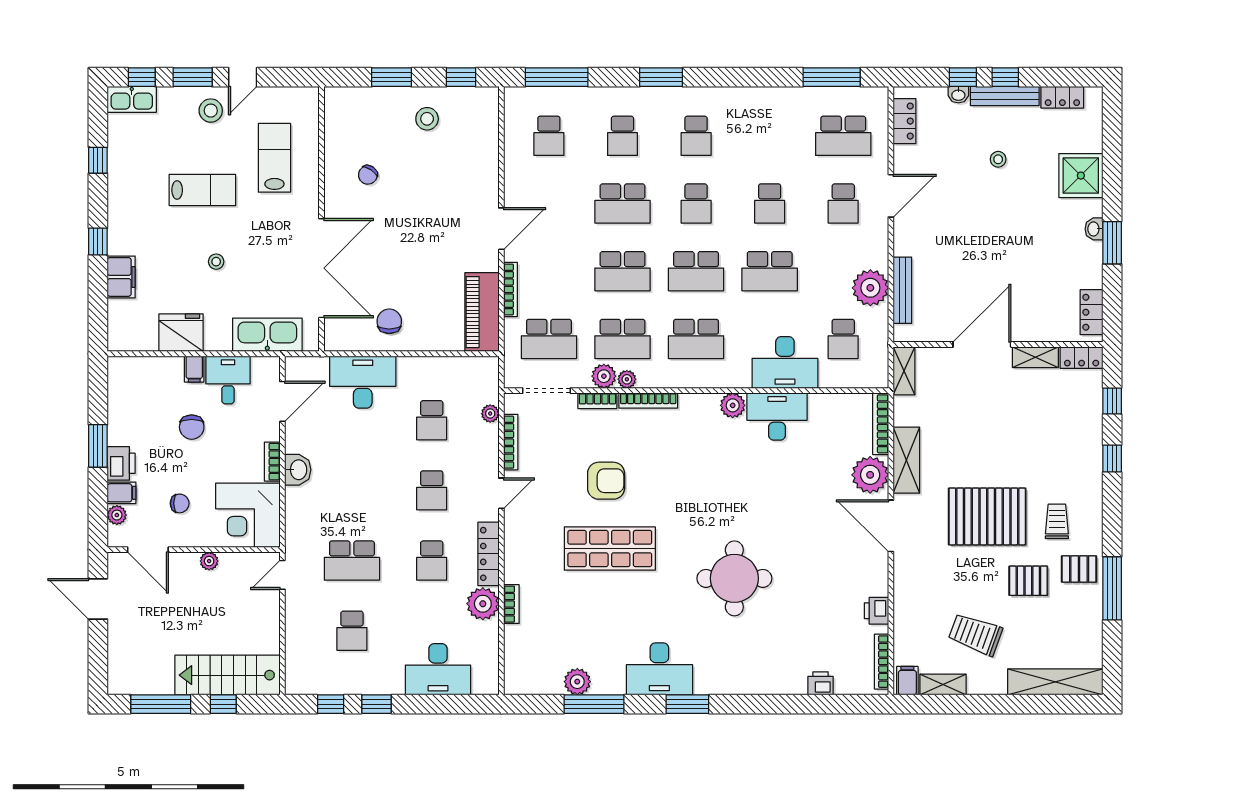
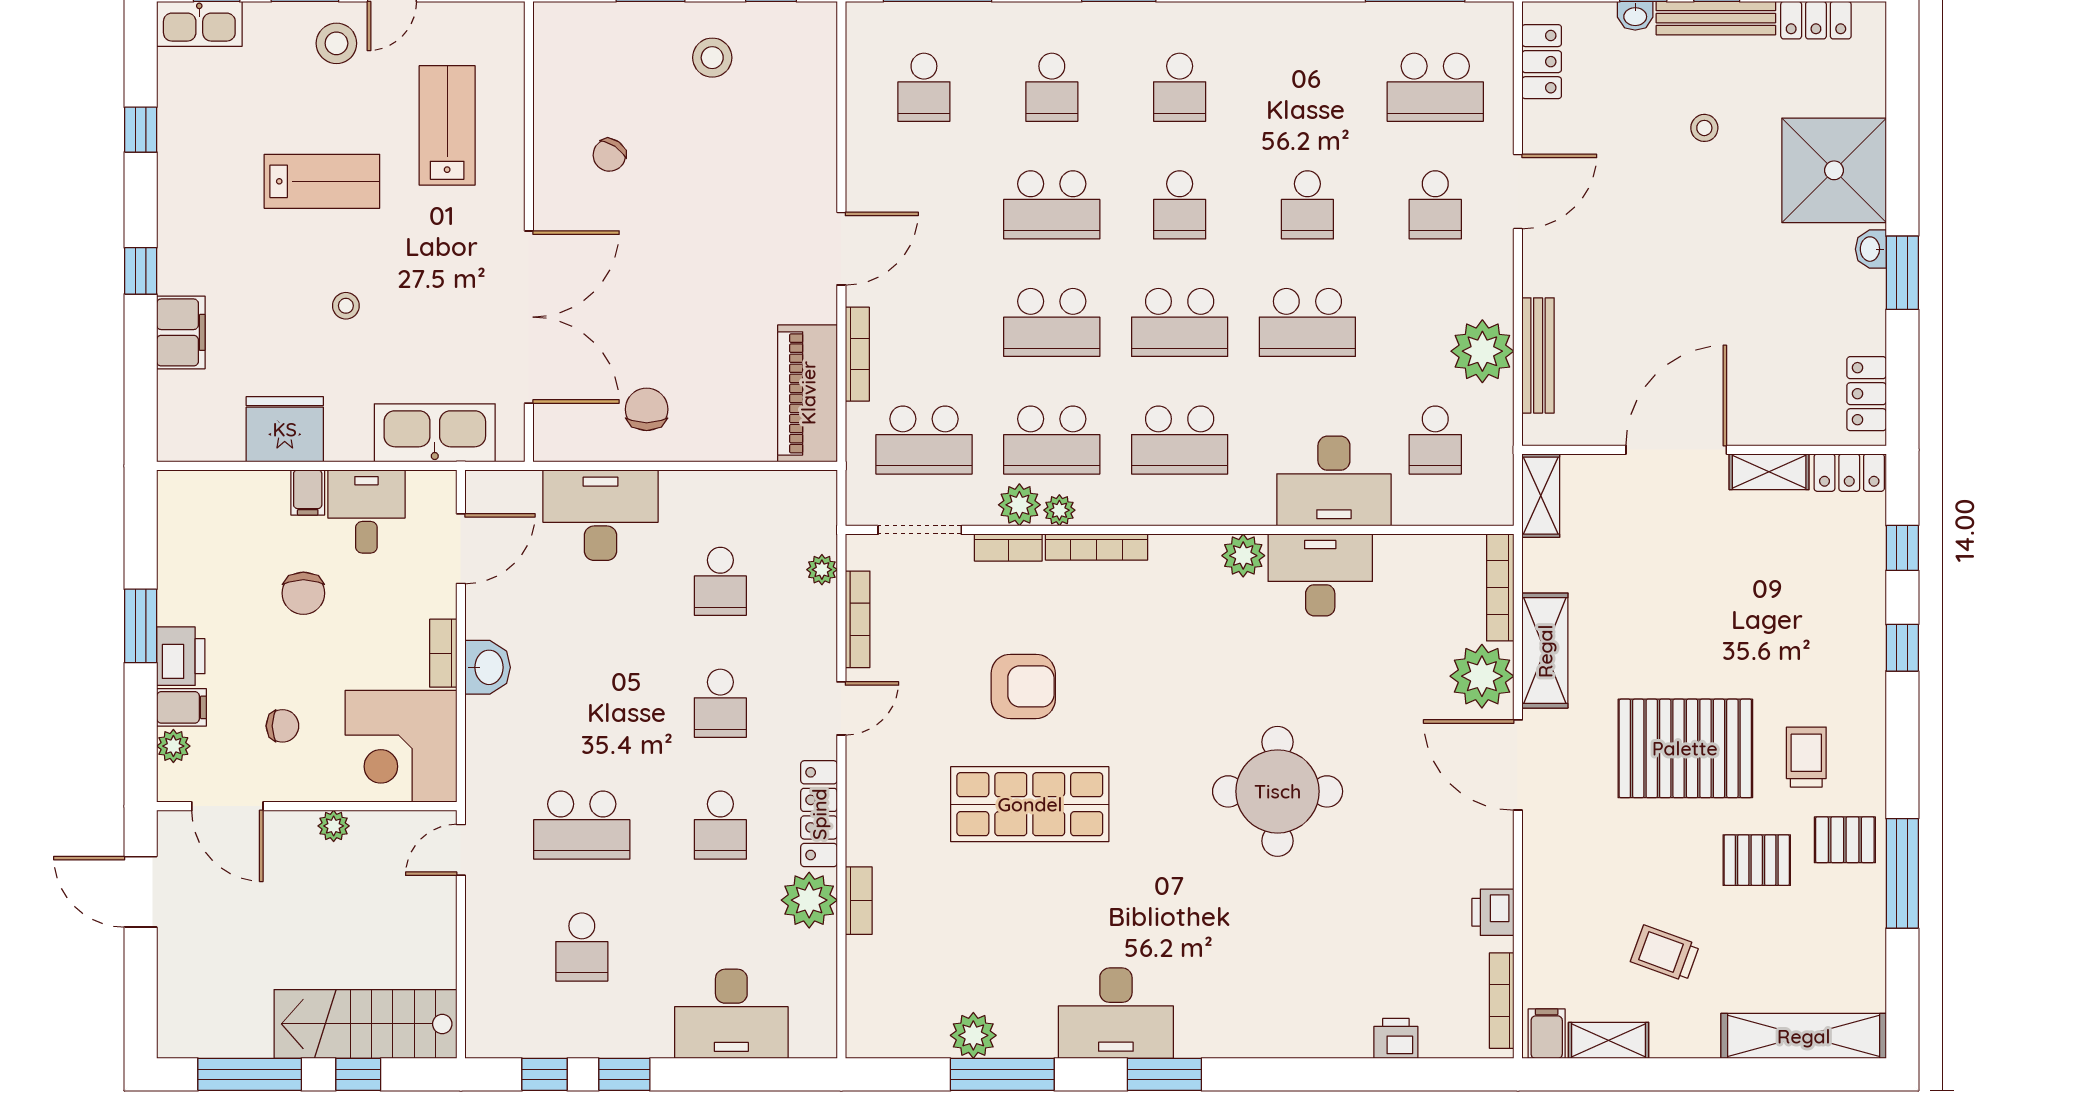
shower: (1081, 176) -> (1834, 170), width x1.37, depth x1.37
round table: (734, 578) -> (1278, 791), moved
trolley: (975, 634) -> (1665, 953), width x0.73, depth x0.72

